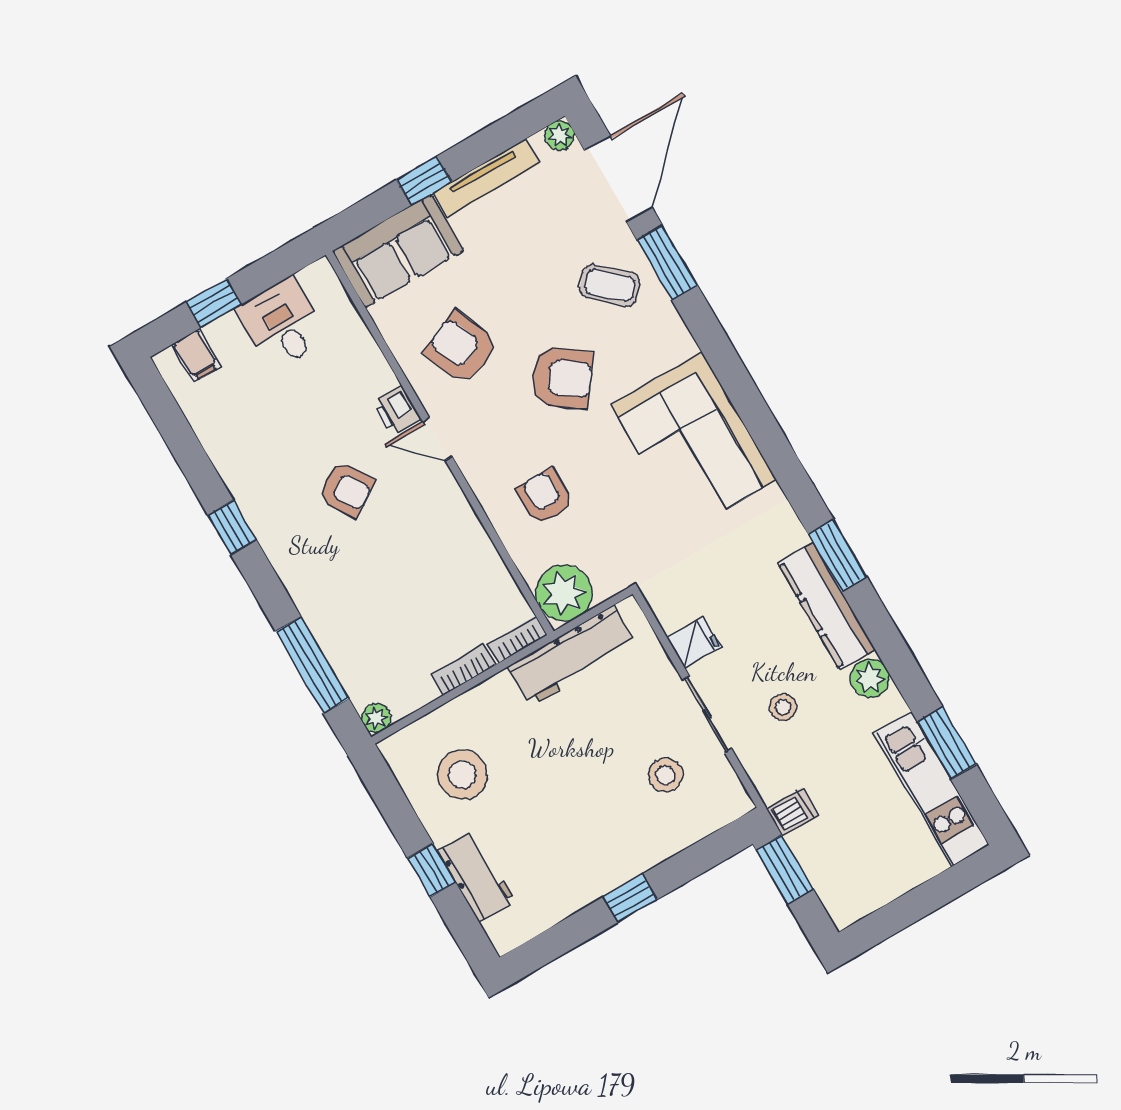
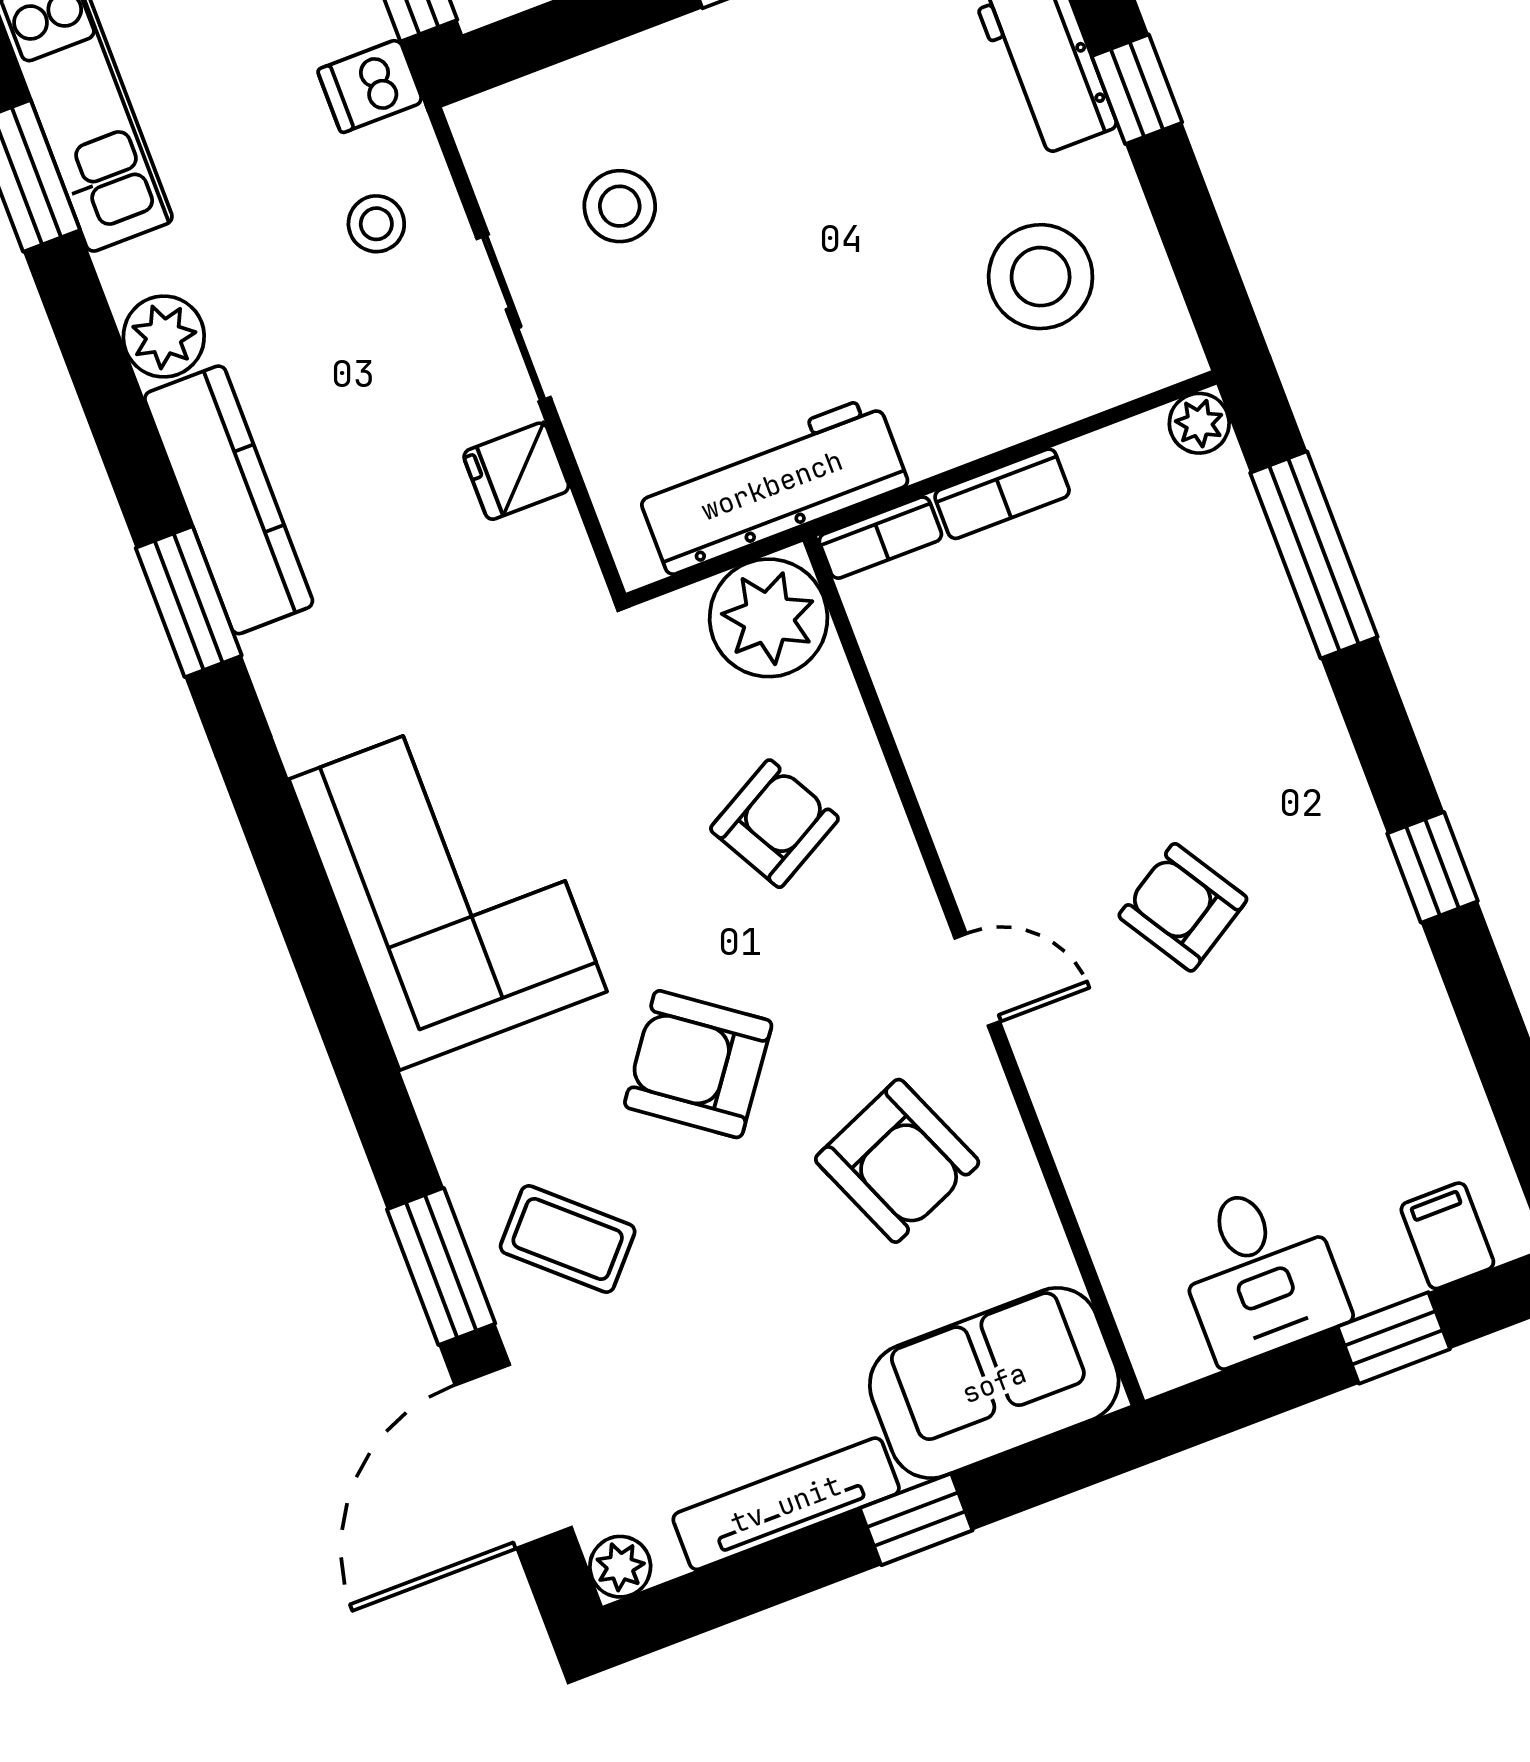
printer: (397, 410) -> (1052, 1053), removed
armchair: (545, 497) -> (774, 824), turned -119
stool: (783, 707) -> (376, 224), moved

